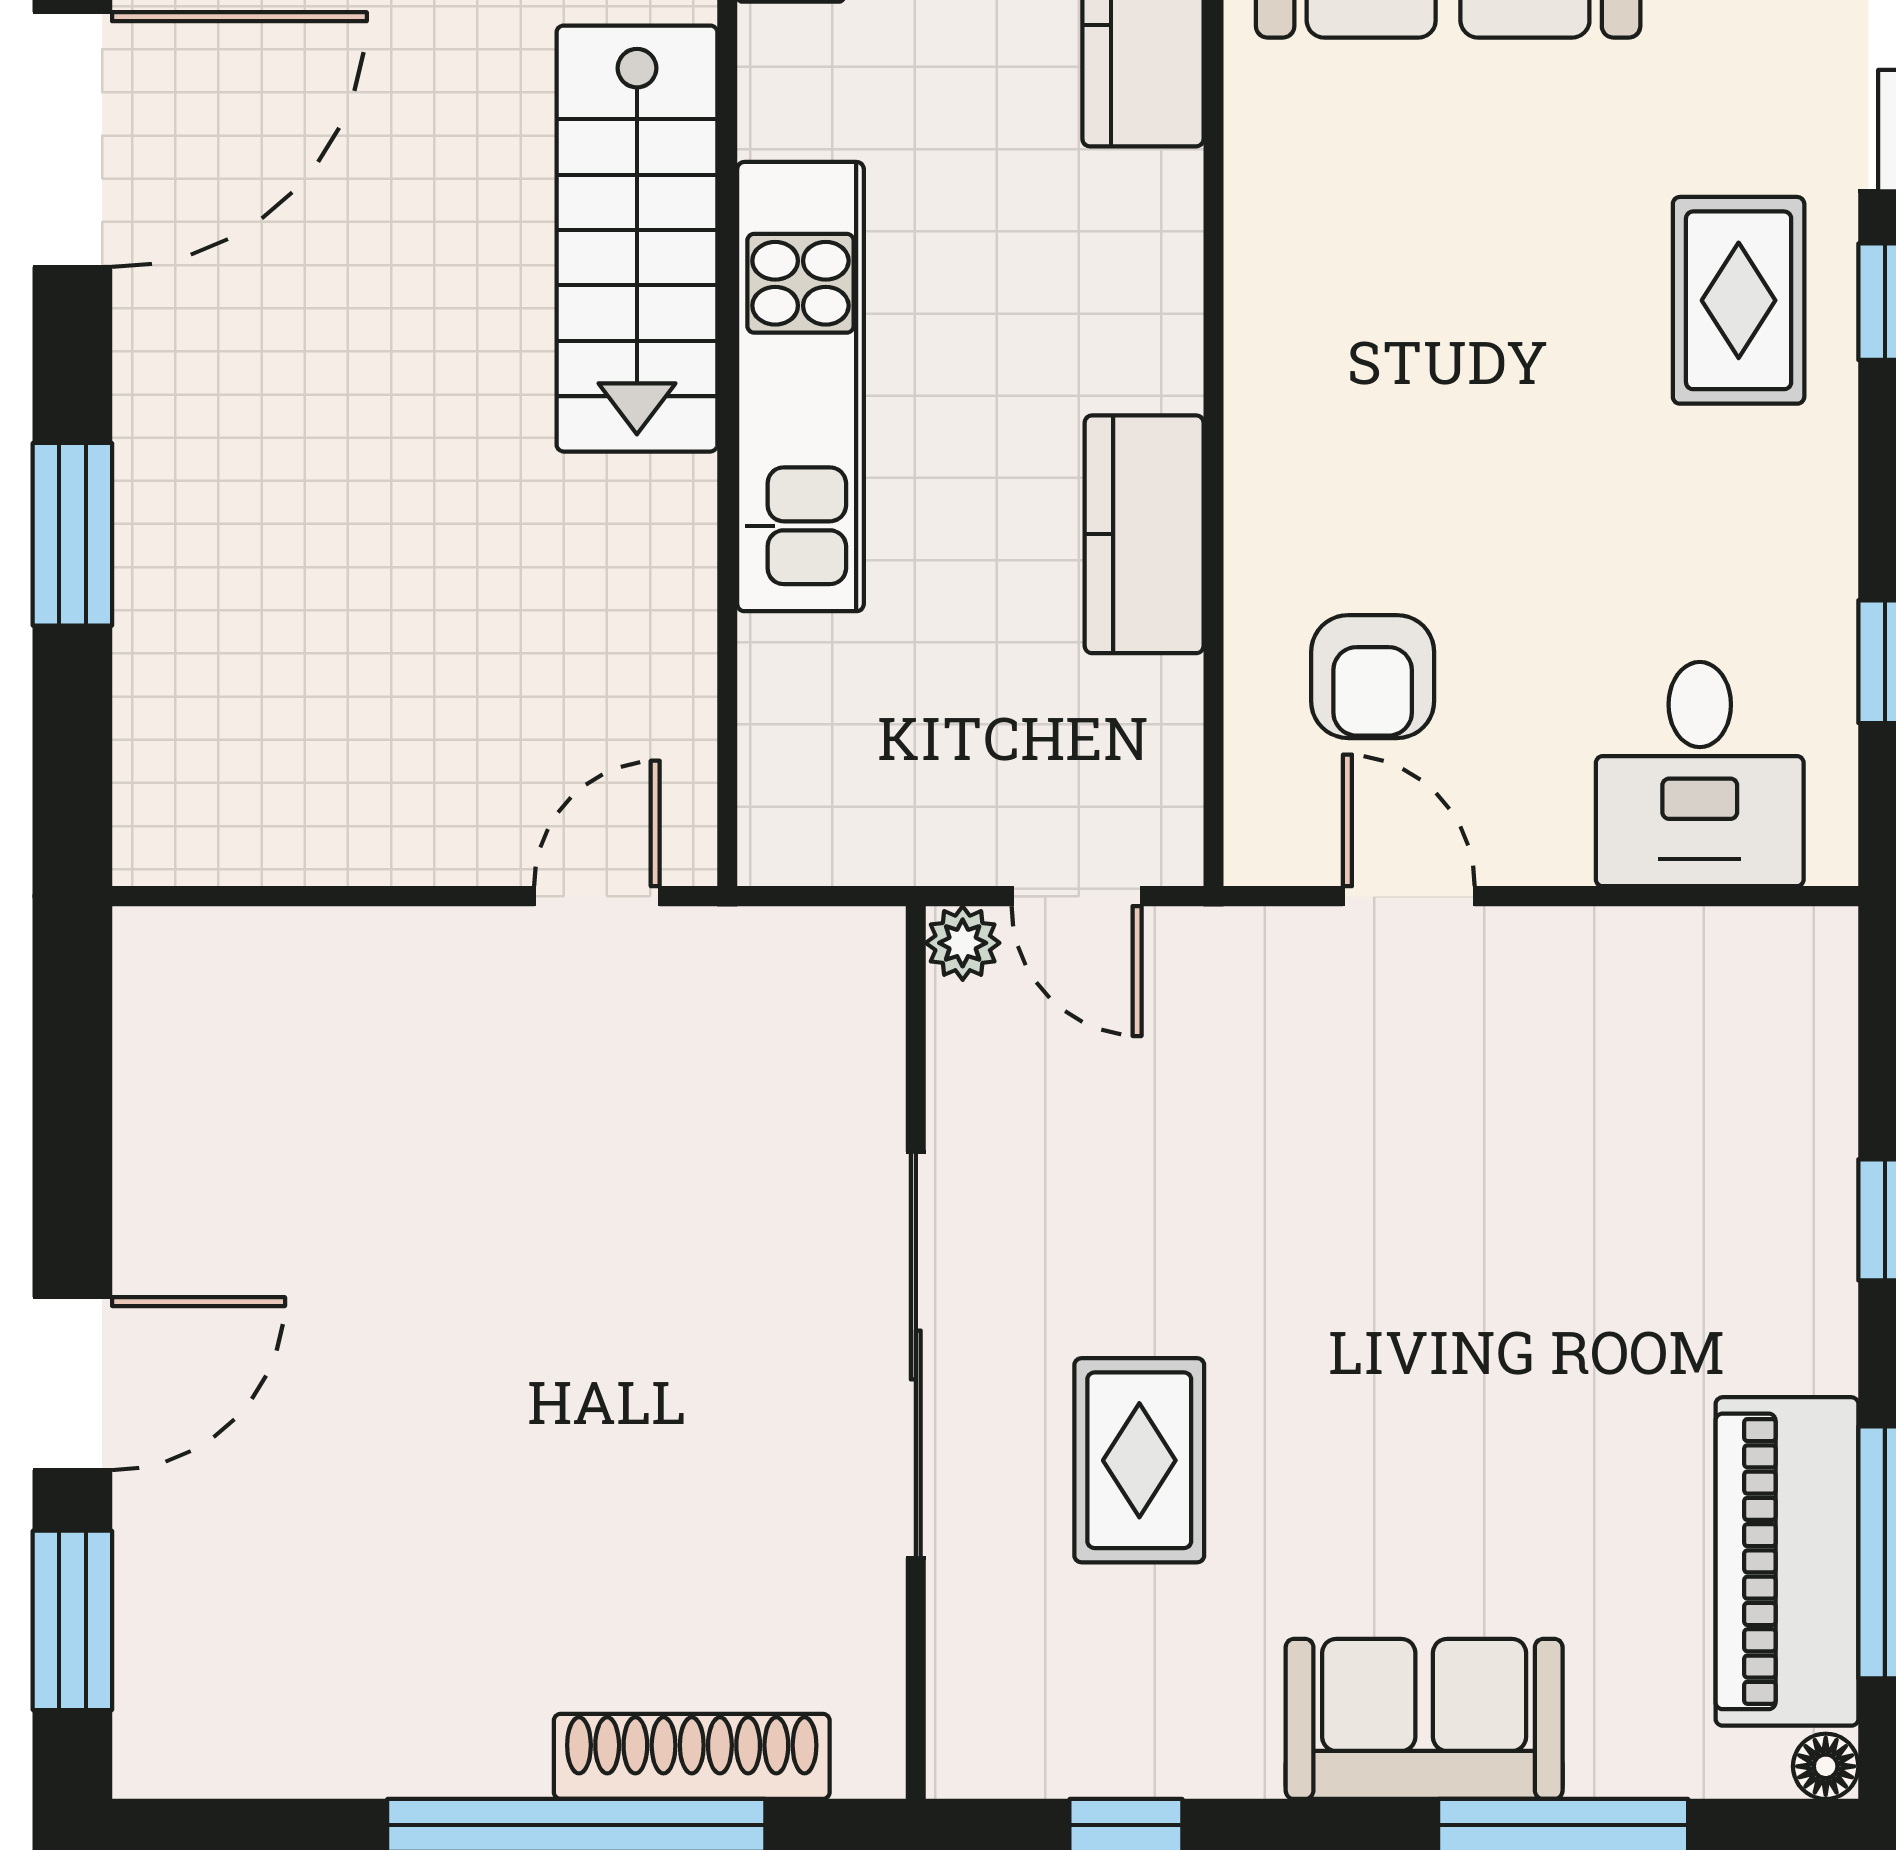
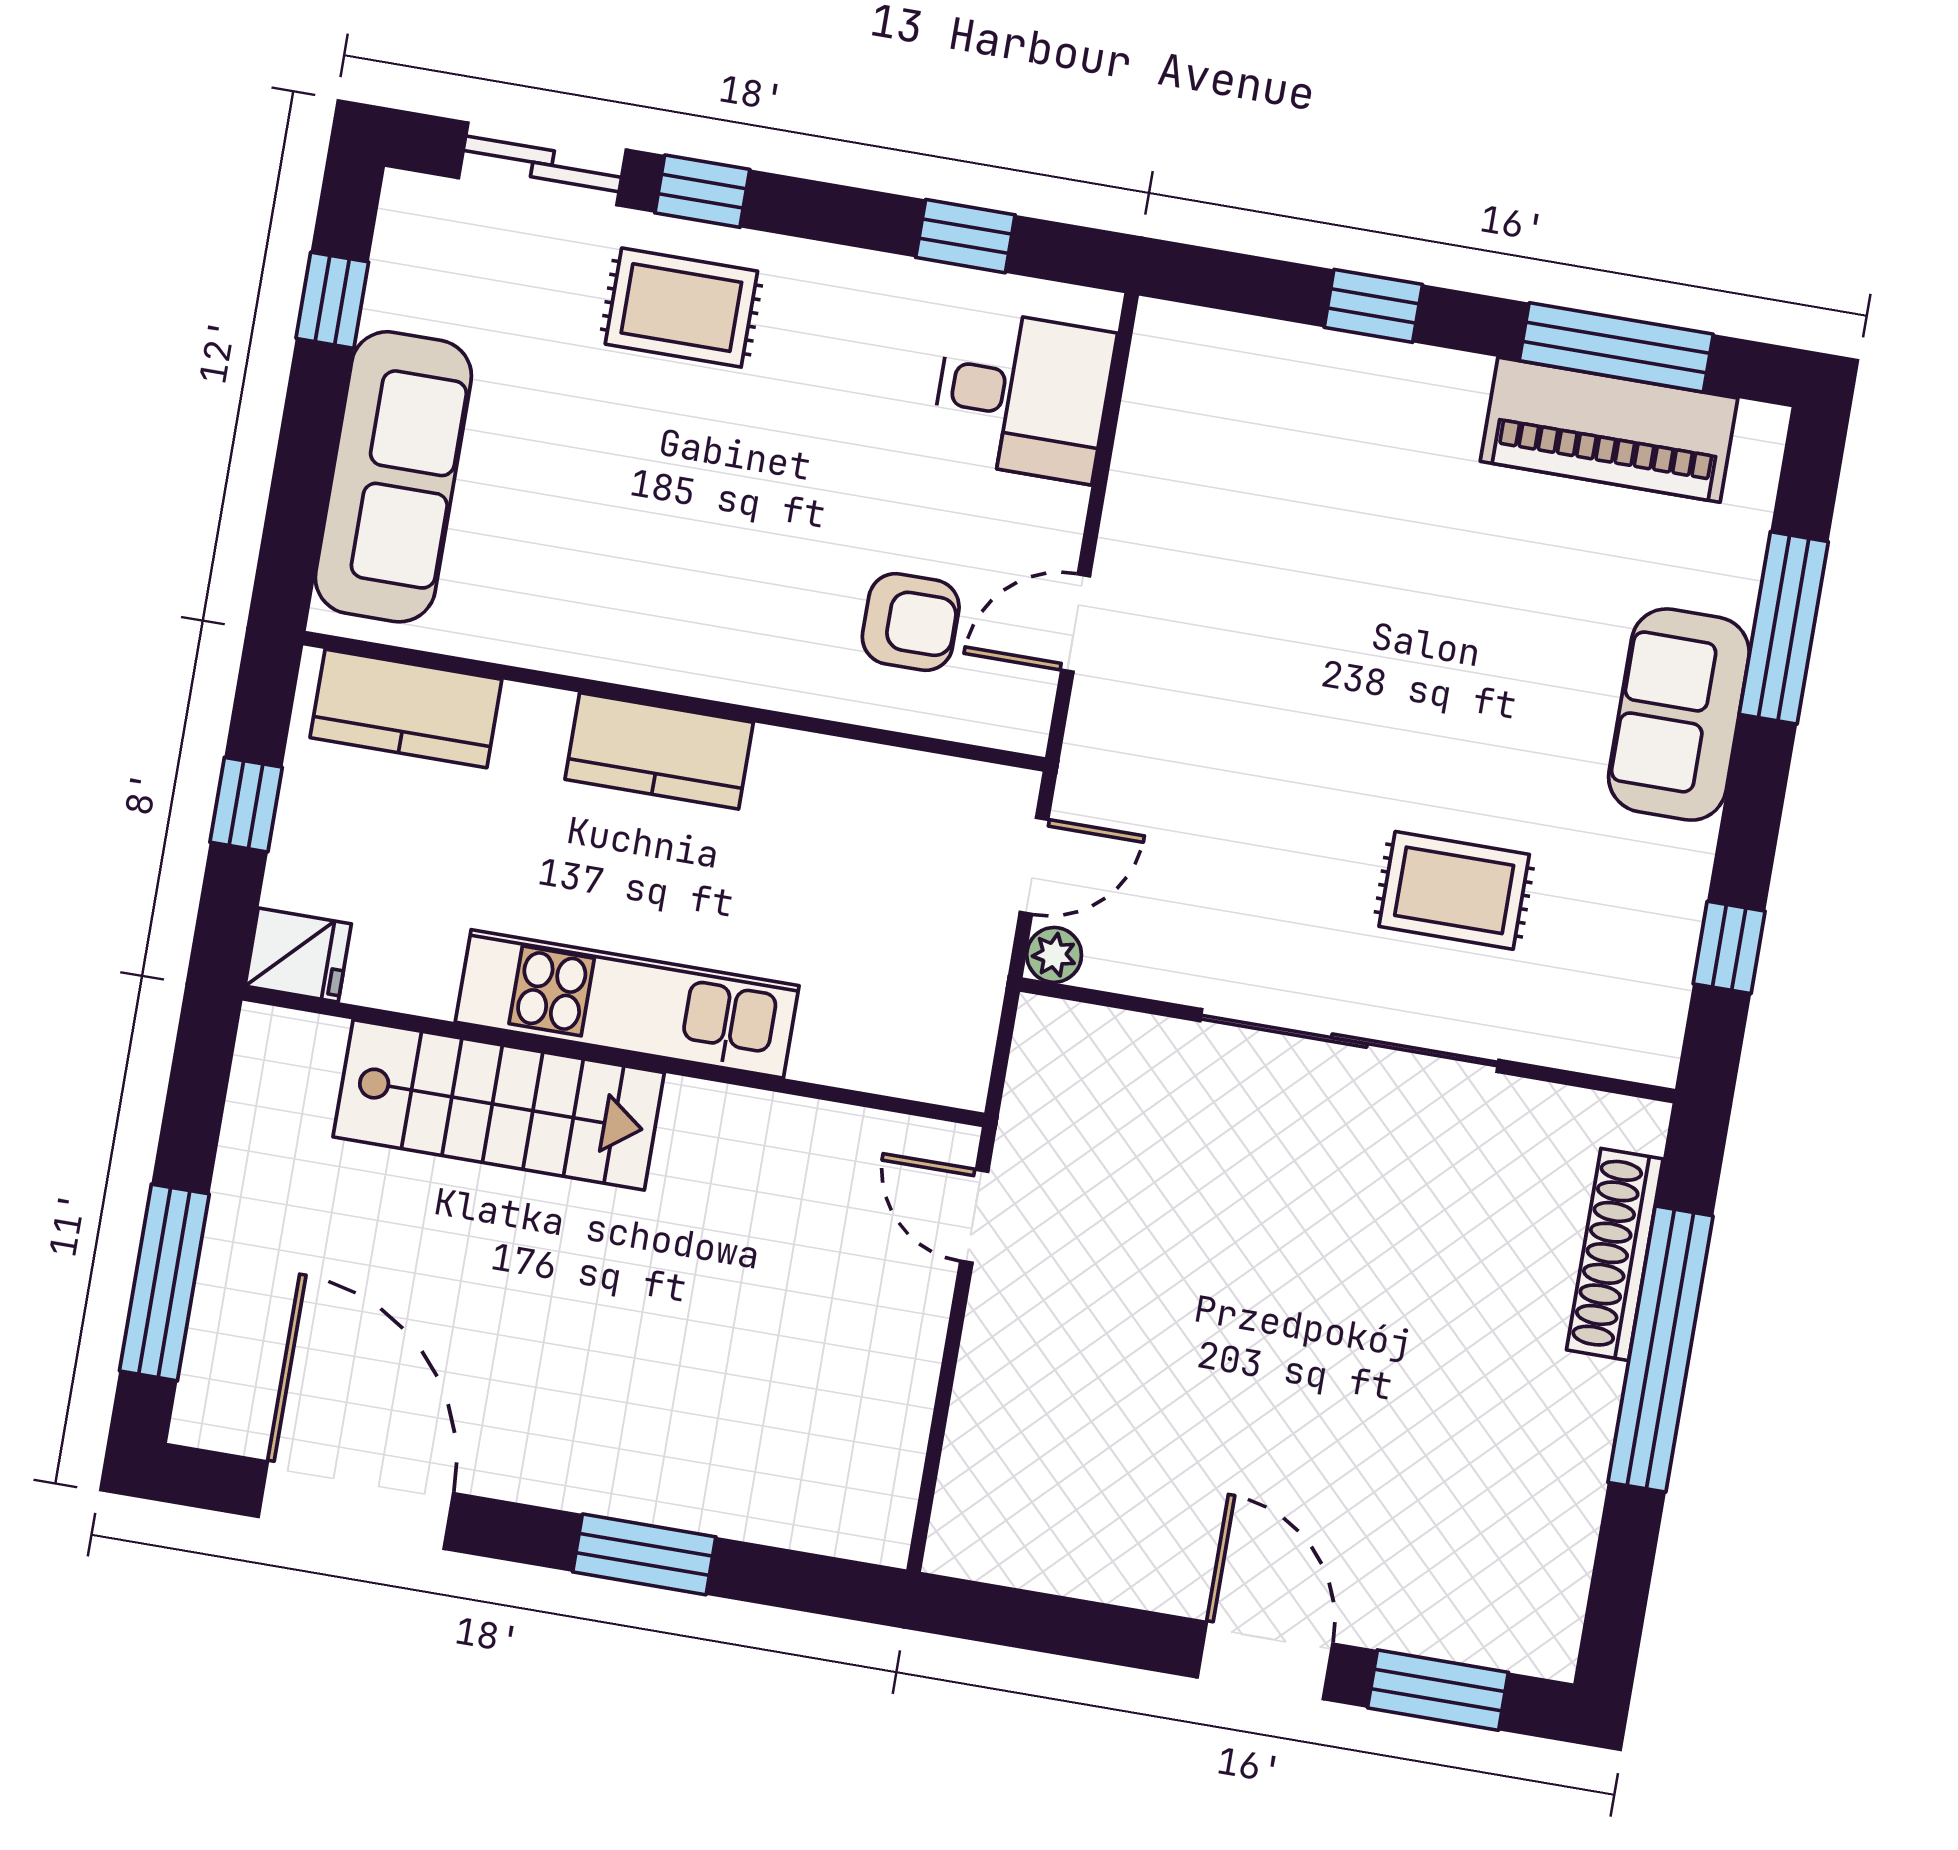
kitchen counter: (1144, 534) -> (659, 751), moved
floor lamp: (1826, 1766) -> (1764, 427), removed

